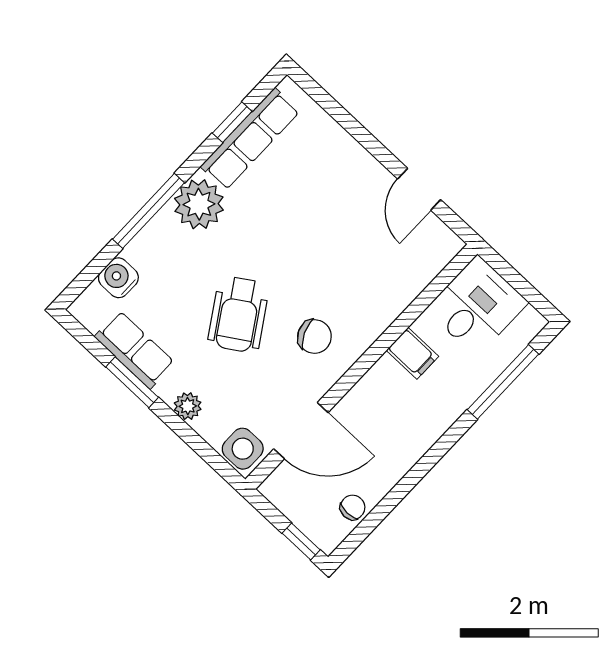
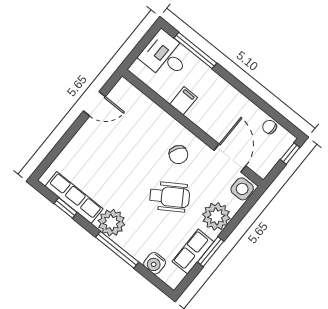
desk: (477, 306) -> (165, 56), moved
chair: (314, 336) -> (178, 155), turned 146
plant: (188, 406) -> (216, 216), width x1.87, depth x1.87

